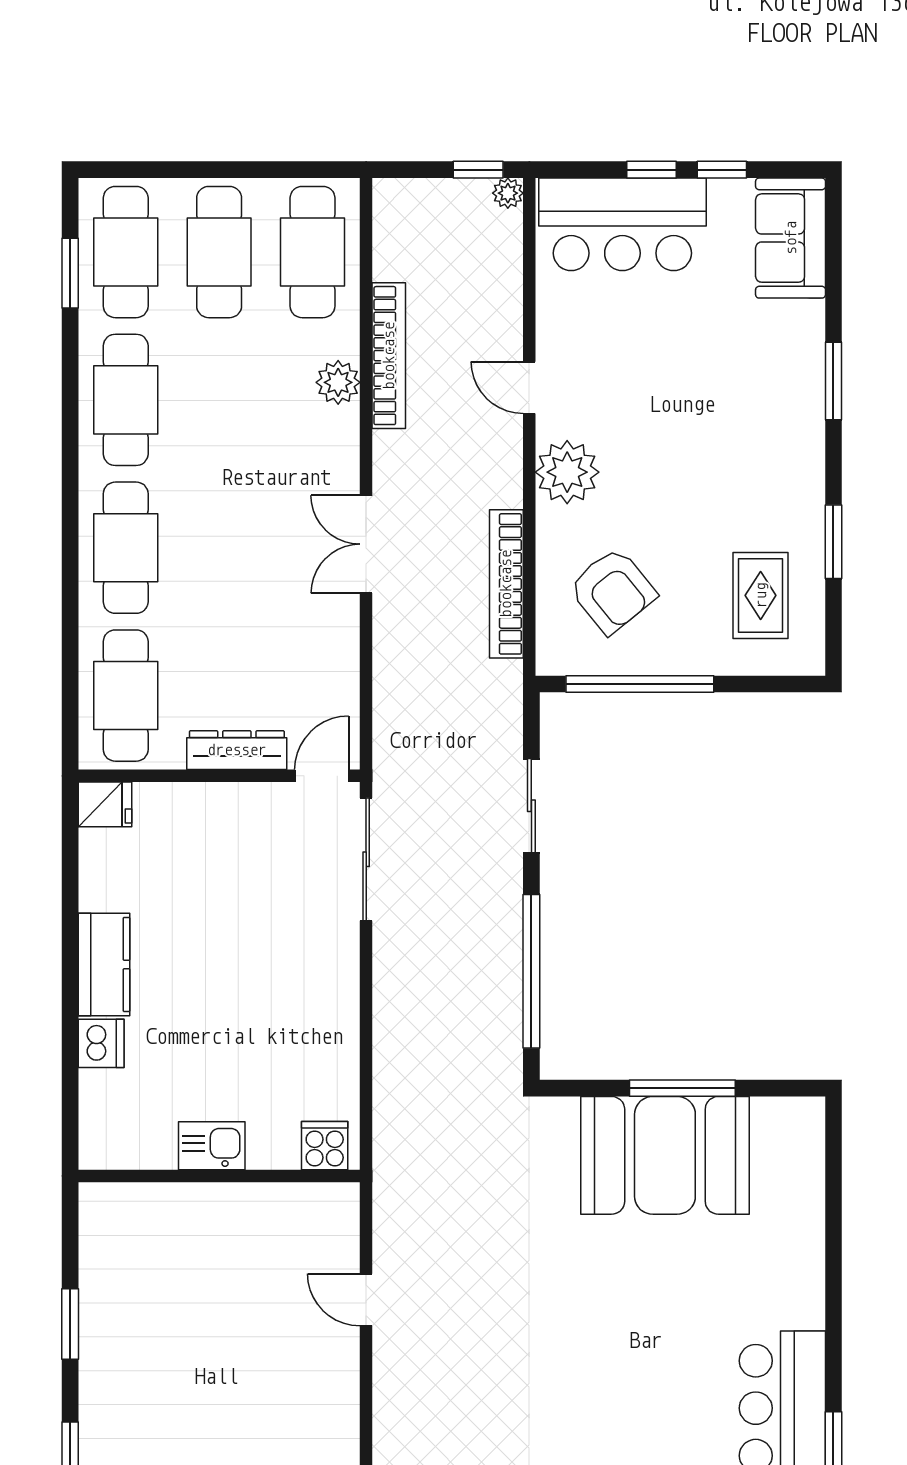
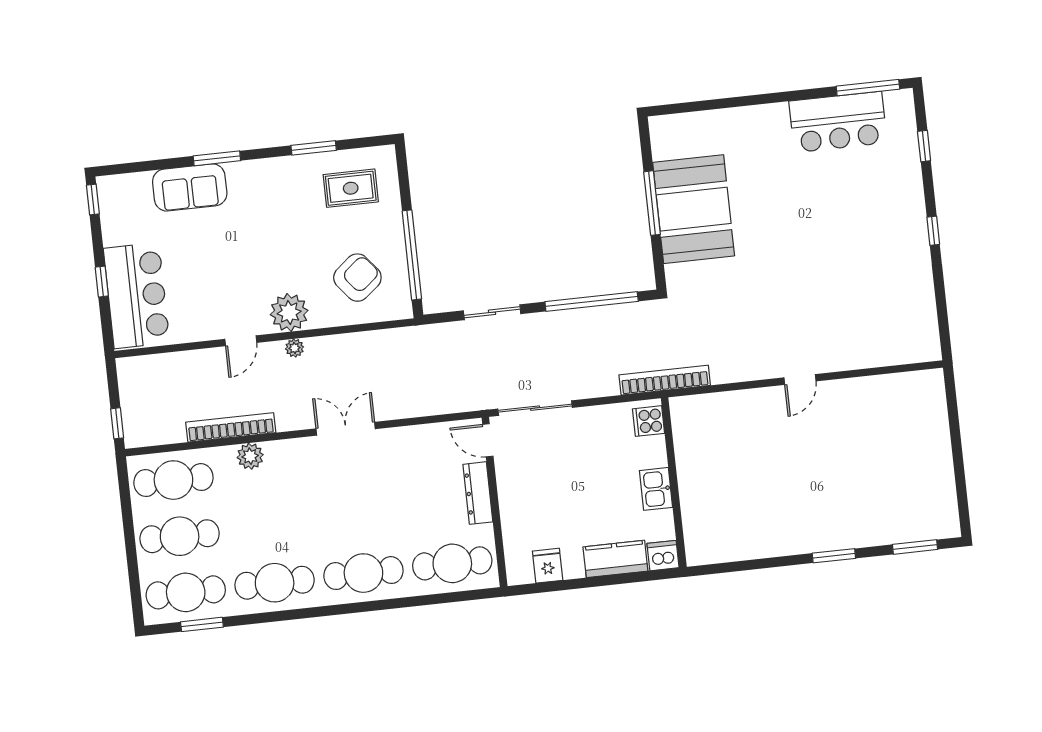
window: (478, 170) -> (117, 423), moved
window: (722, 170) -> (93, 199), moved
plant: (508, 193) -> (295, 348), moved
sofa: (791, 238) -> (190, 187), moved
double door: (366, 544) -> (346, 429), swing flipped
bookcase: (506, 584) -> (665, 380), moved, turned 180
fridge: (105, 804) -> (548, 566), moved
kitchen sink: (212, 1146) -> (656, 489), moved
cooker: (325, 1146) -> (649, 421), moved
wall: (219, 1176) -> (674, 483), moved

